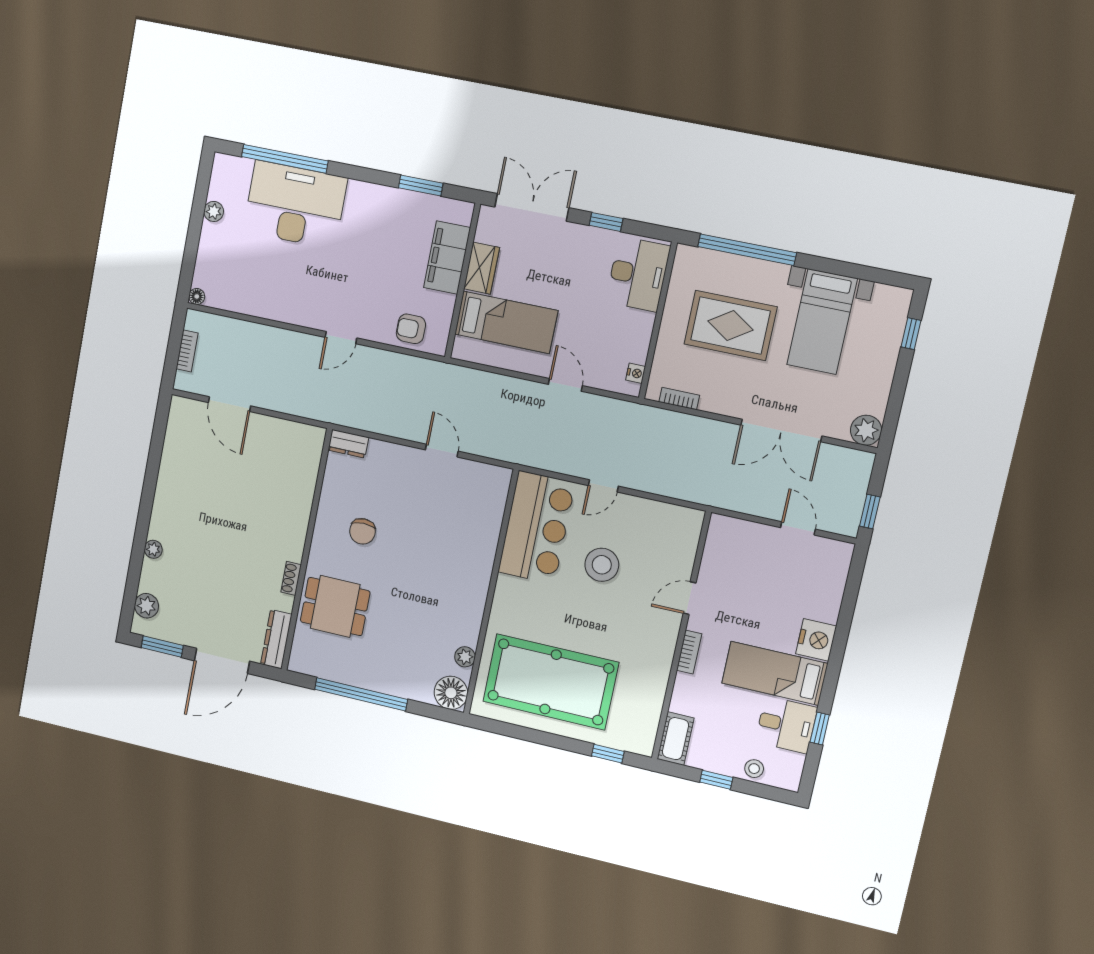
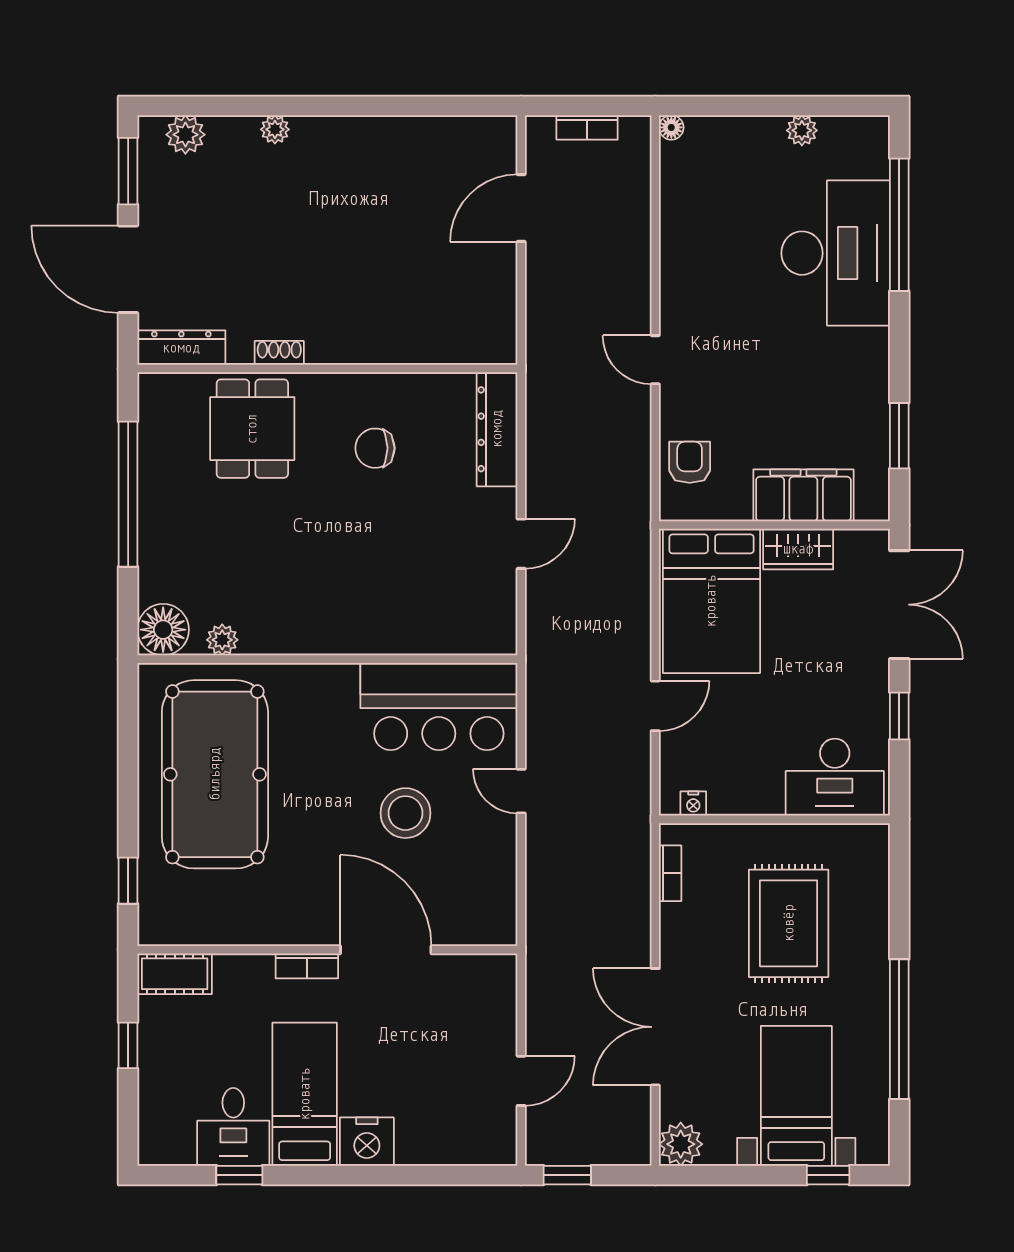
window: (747, 250) -> (899, 1029), moved
bed: (506, 322) -> (711, 601), width x1.50
bed with nightstands: (822, 322) -> (796, 1096), moved, turned 90
dresser: (348, 444) -> (497, 429), width x1.96, depth x1.24
door: (690, 598) -> (386, 950), width x1.87
stool: (754, 769) -> (158, 1096), removed

